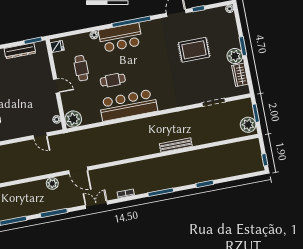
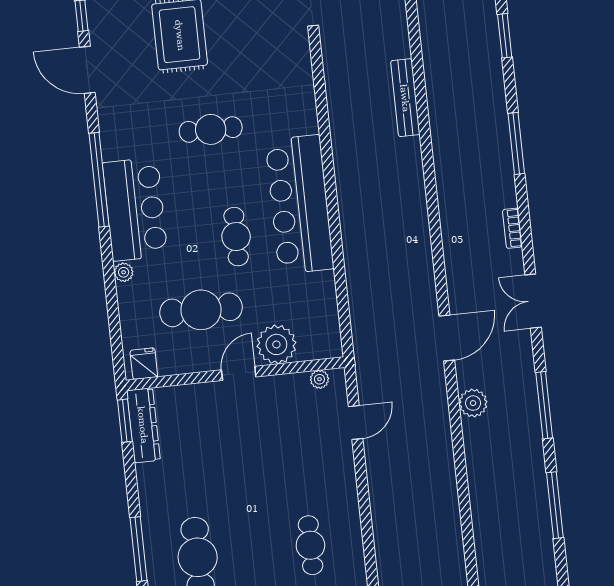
dresser: (20, 51) -> (143, 425), moved
cafe table: (156, 66) -> (211, 129), added
cafe table: (81, 68) -> (201, 310), width x1.37, depth x1.35
plant: (73, 119) -> (276, 344), moved

